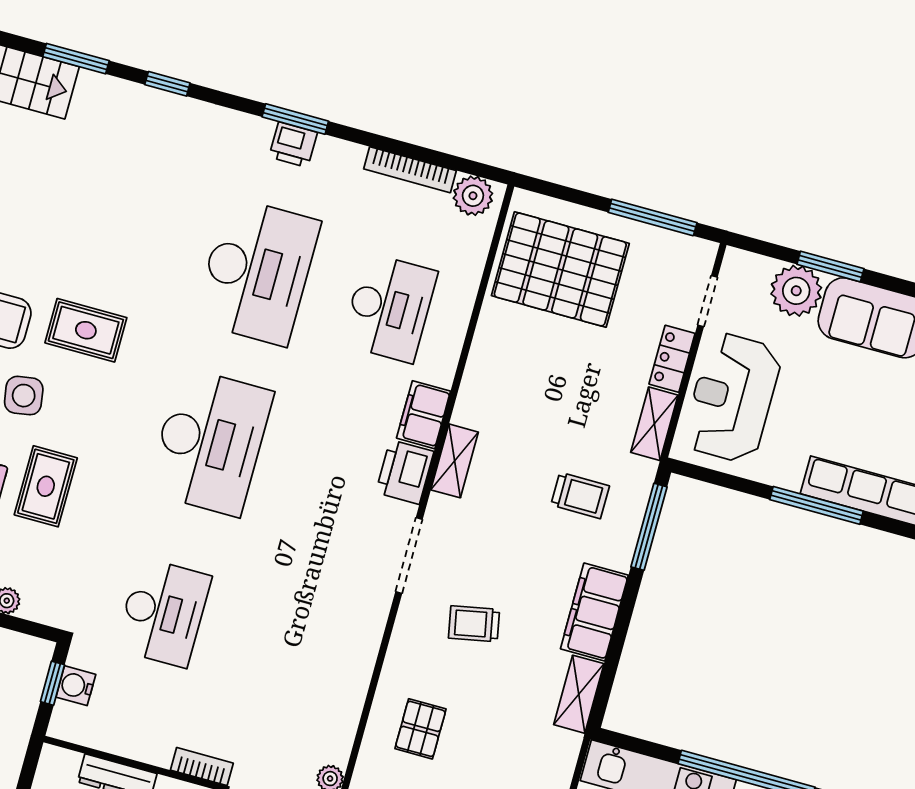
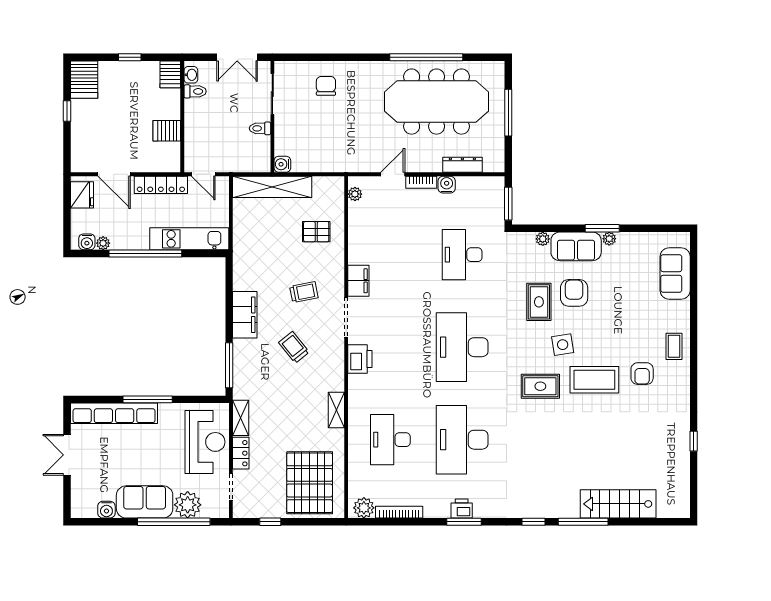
window: (76, 59) -> (583, 522), width x1.44
window: (653, 217) -> (270, 522), width x0.46
window: (830, 266) -> (174, 522), width x2.11
pallet: (560, 269) -> (310, 483), turned 90
filing cabinet: (424, 415) -> (358, 281), moved
shelving: (455, 461) -> (336, 410), moved
trolley: (580, 495) -> (294, 347), moved, turned 51
window: (52, 683) -> (508, 204), width x1.50
water cooler: (76, 686) -> (447, 185), moved, turned -90
shelving: (579, 694) -> (241, 271), removed
pallet: (421, 729) -> (316, 232), turned 90

